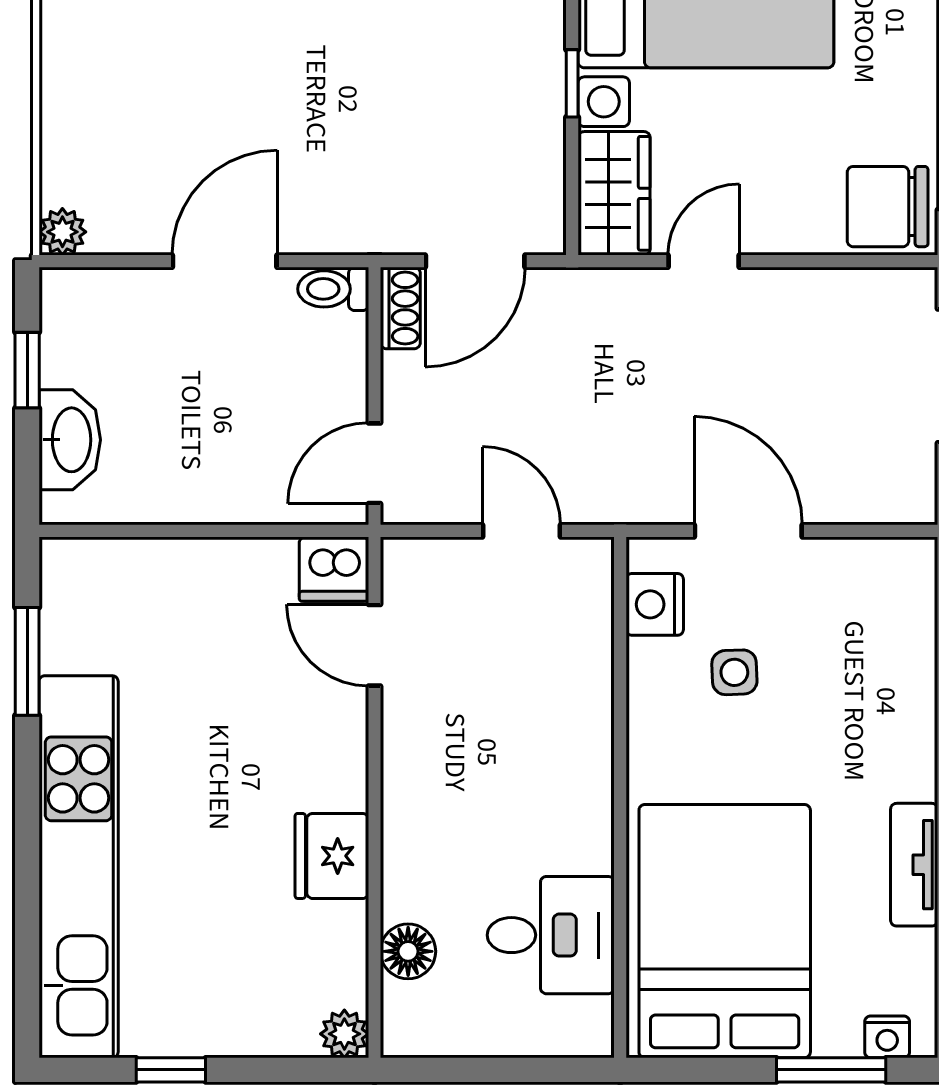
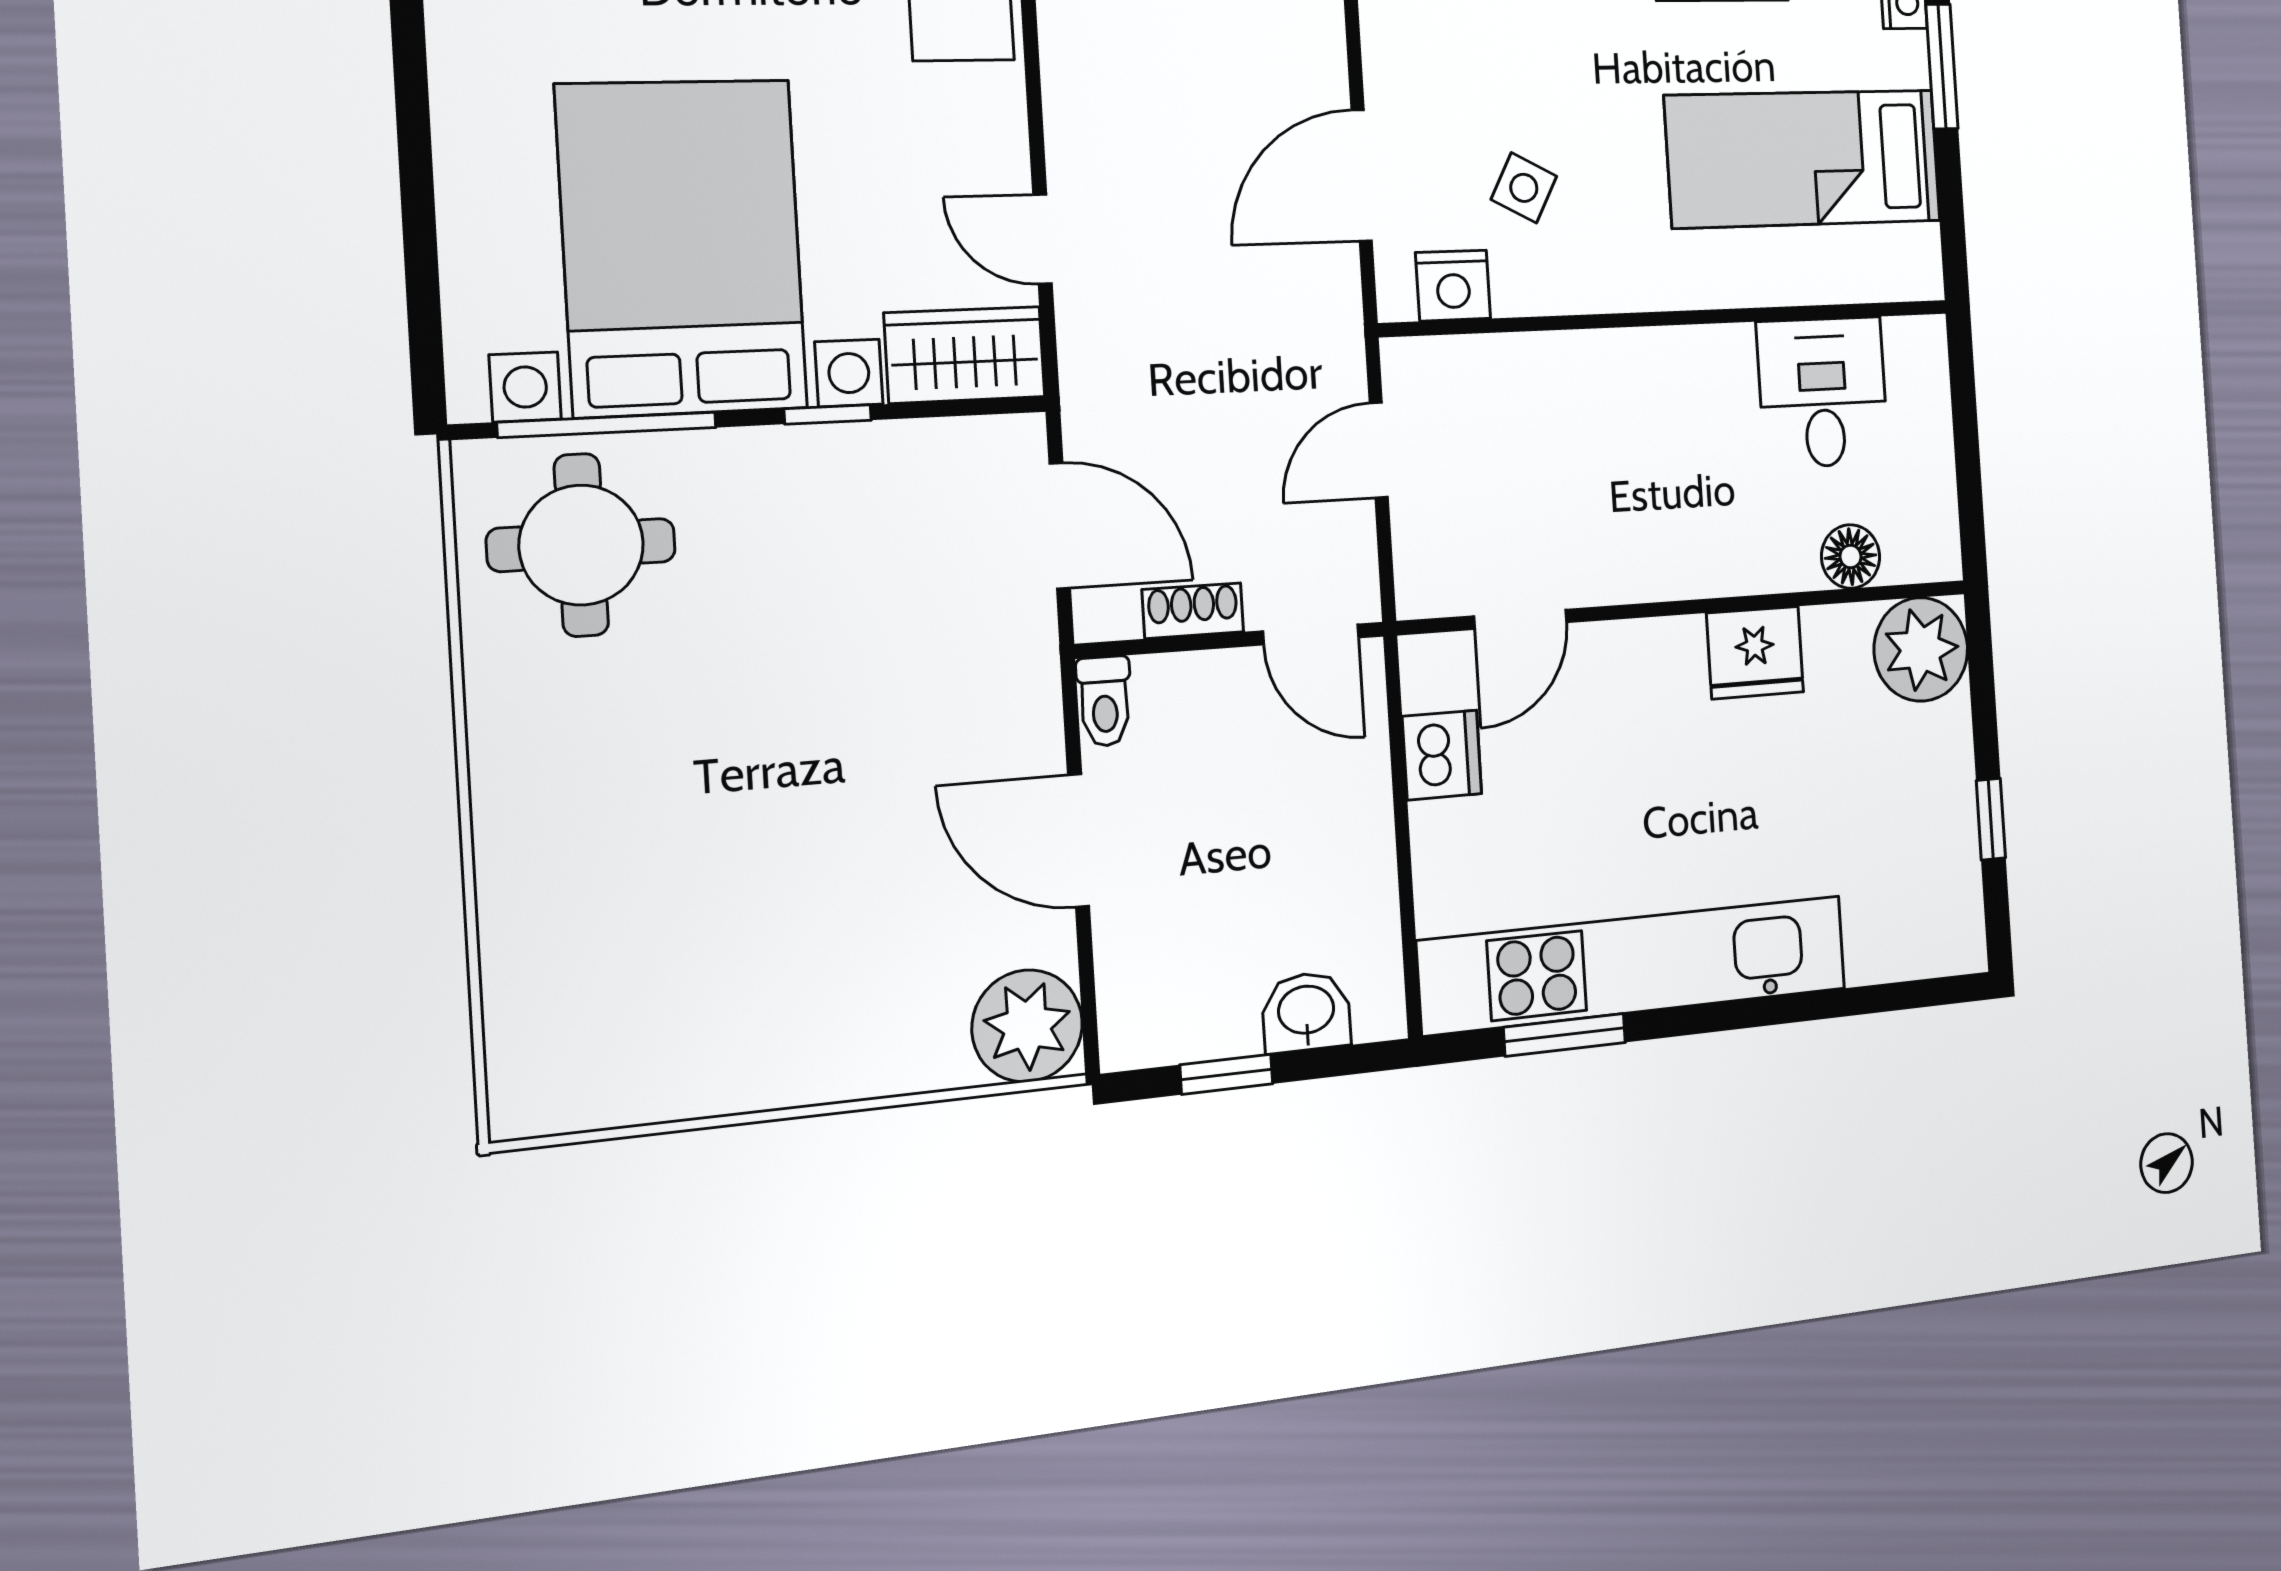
plant: (62, 232) -> (1027, 1026), width x1.88, depth x1.88
shoe rack: (400, 308) -> (1193, 611), moved
washbasin: (70, 440) -> (1306, 1012), width x0.72
dishwasher: (334, 569) -> (1442, 755), moved
side table: (734, 672) -> (1524, 188), turned 30
kitchen unit: (79, 867) -> (1635, 965), moved
bed: (725, 931) -> (1804, 159), width x0.67
plant: (344, 1034) -> (1921, 649), width x1.87, depth x1.87

